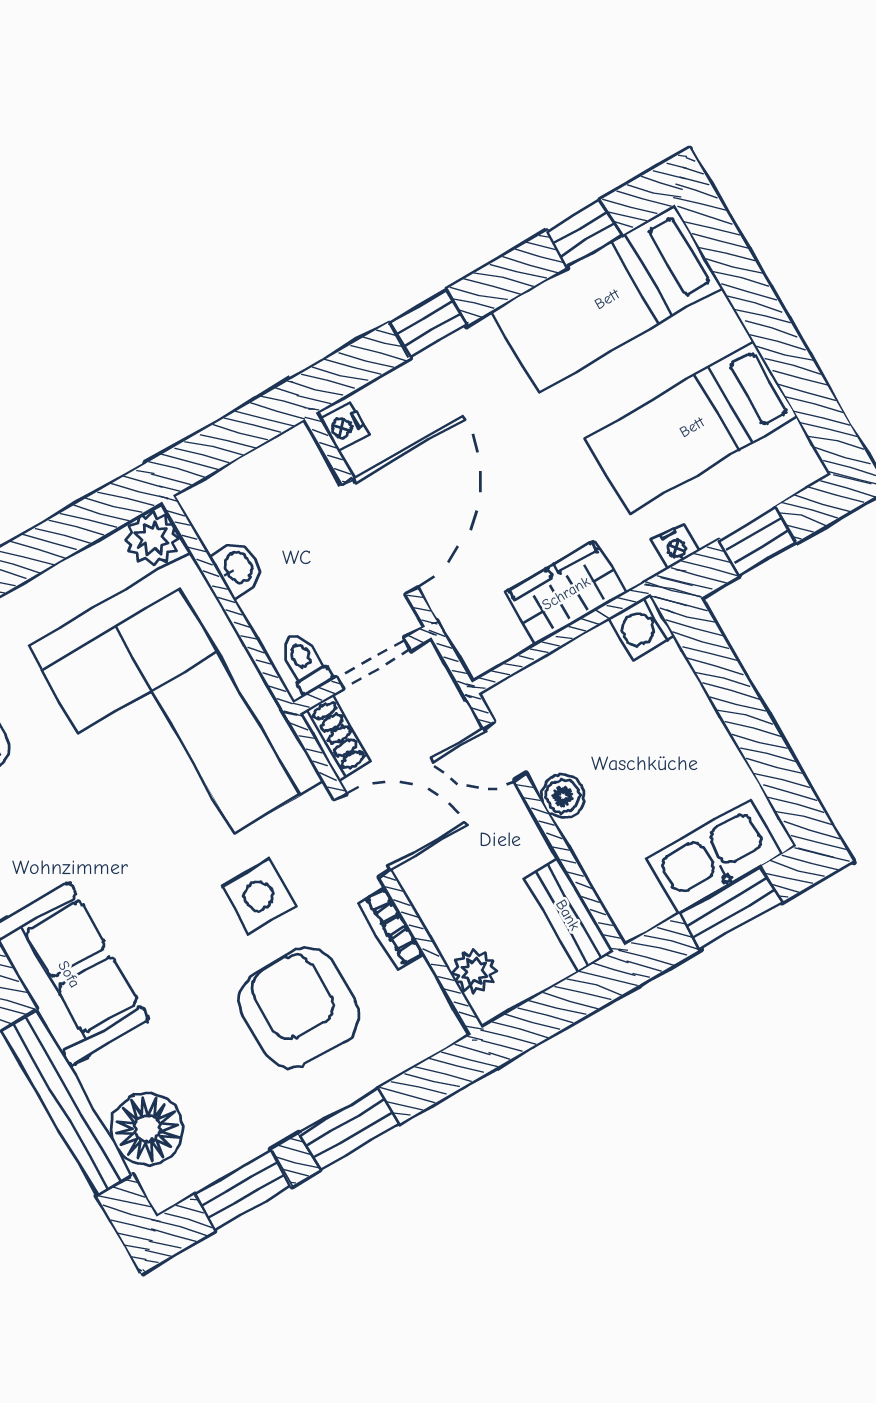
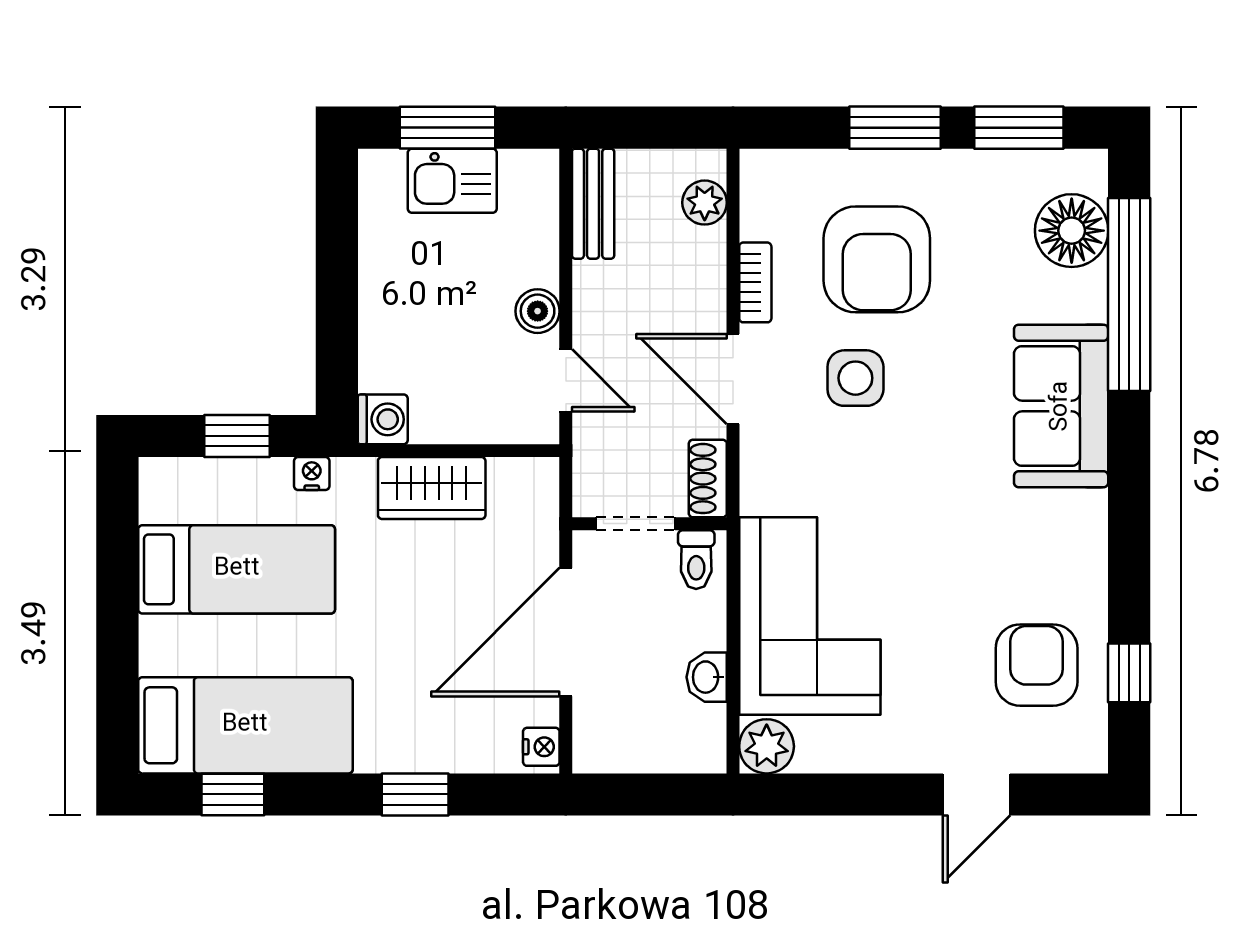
corner sofa: (176, 714) -> (810, 616), width x0.73, depth x0.74
kitchen sink: (714, 857) -> (452, 181), width x0.73

